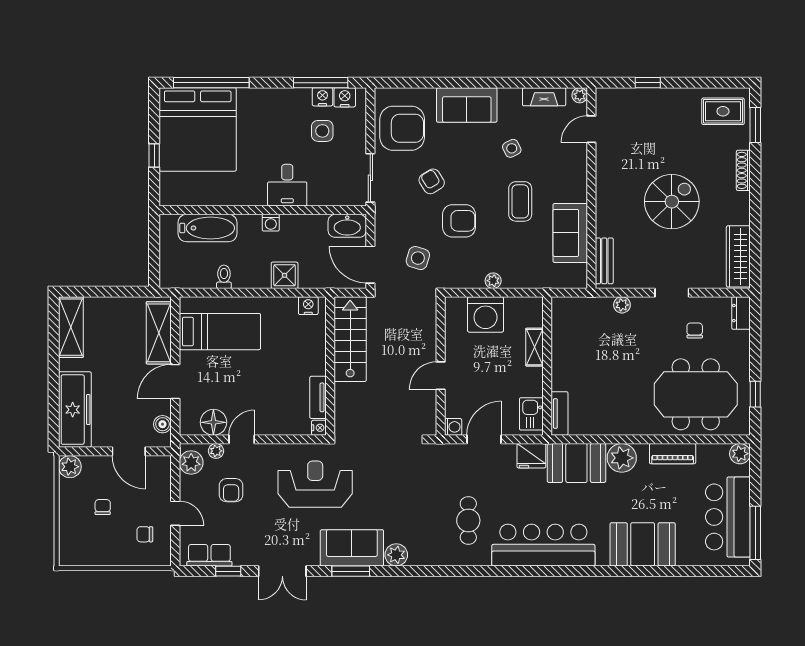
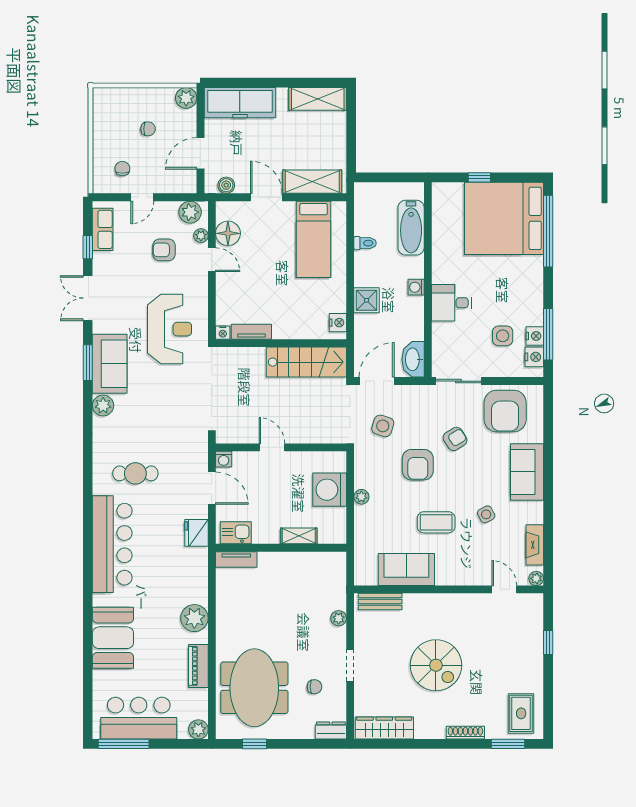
booth: (576, 463) -> (190, 575), removed

